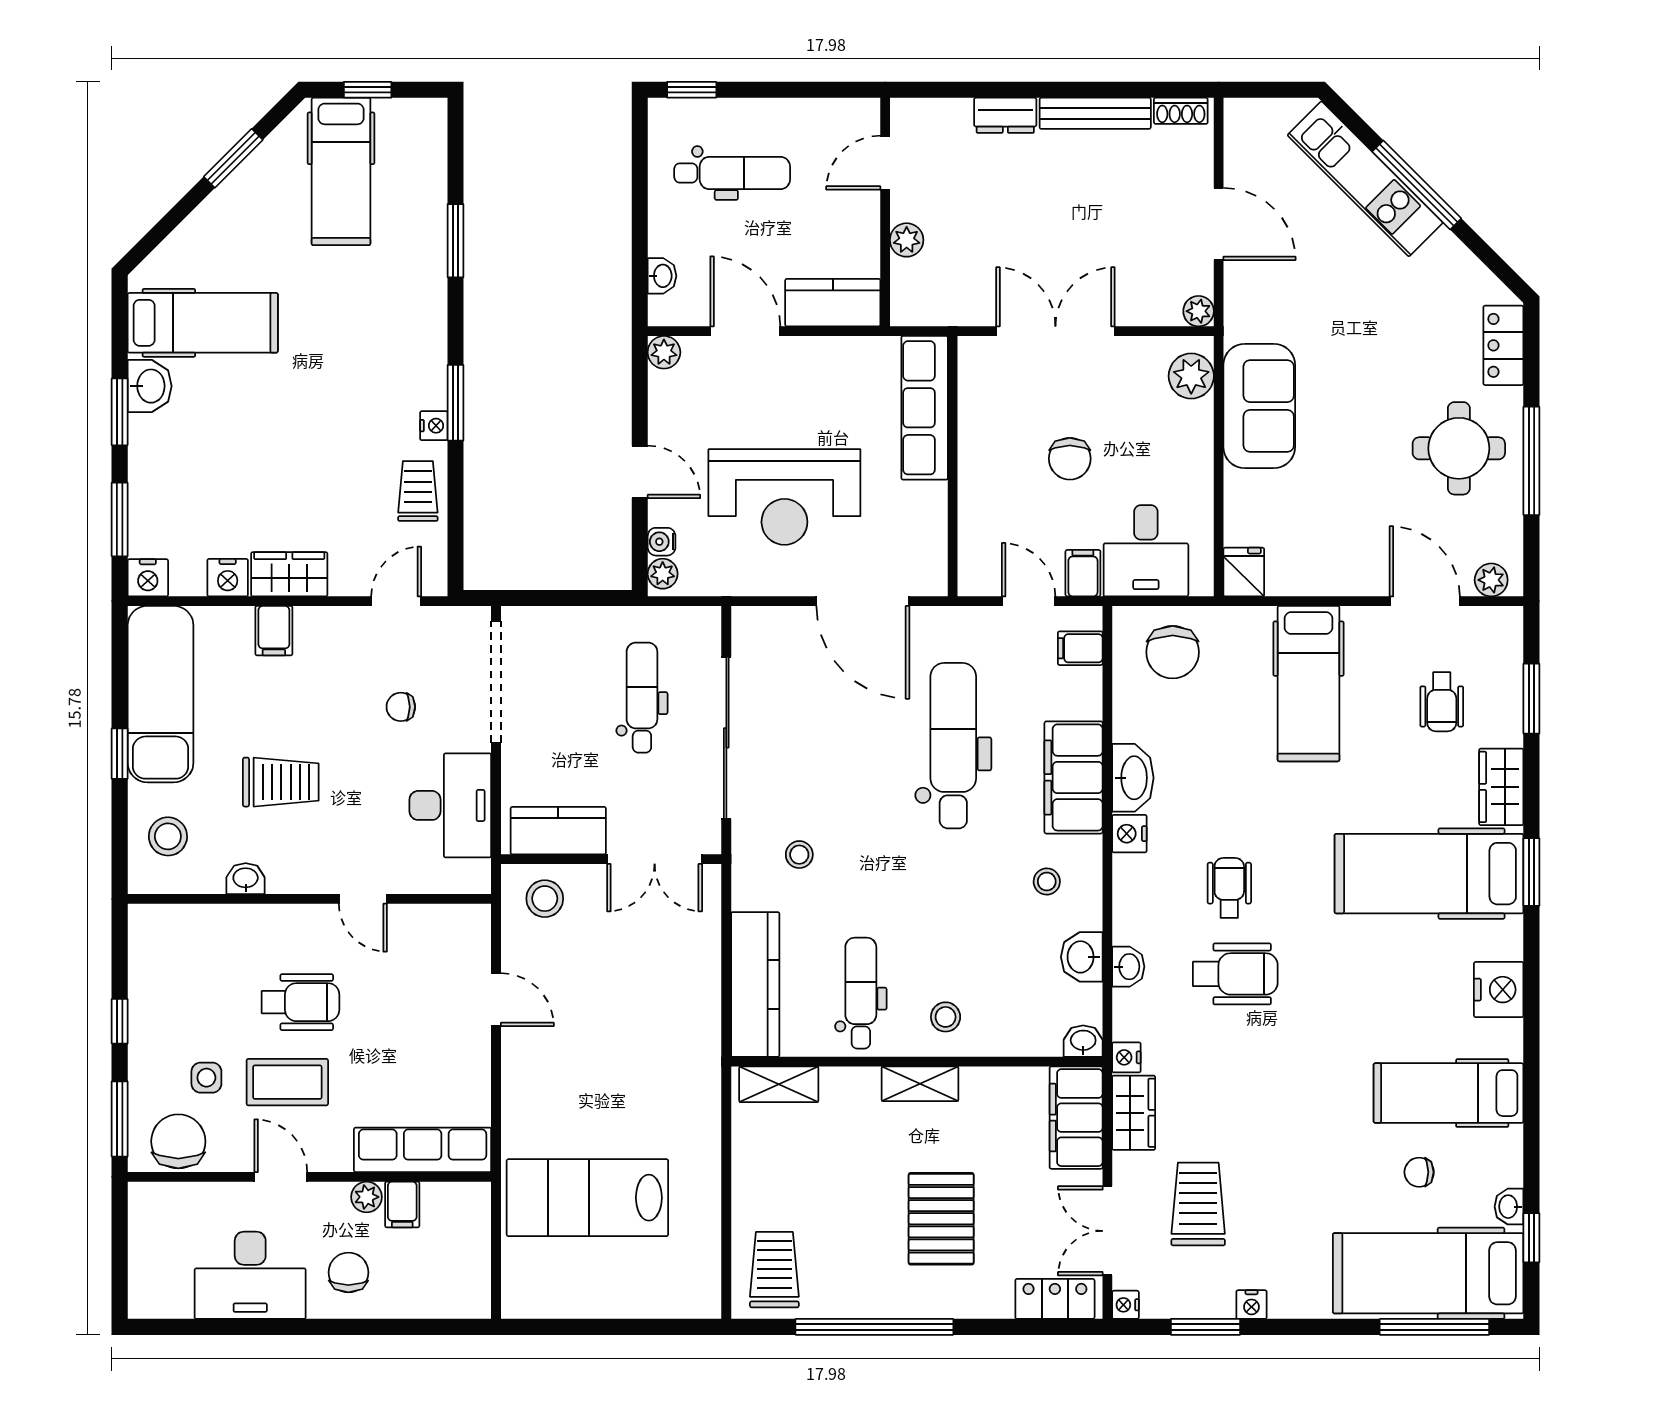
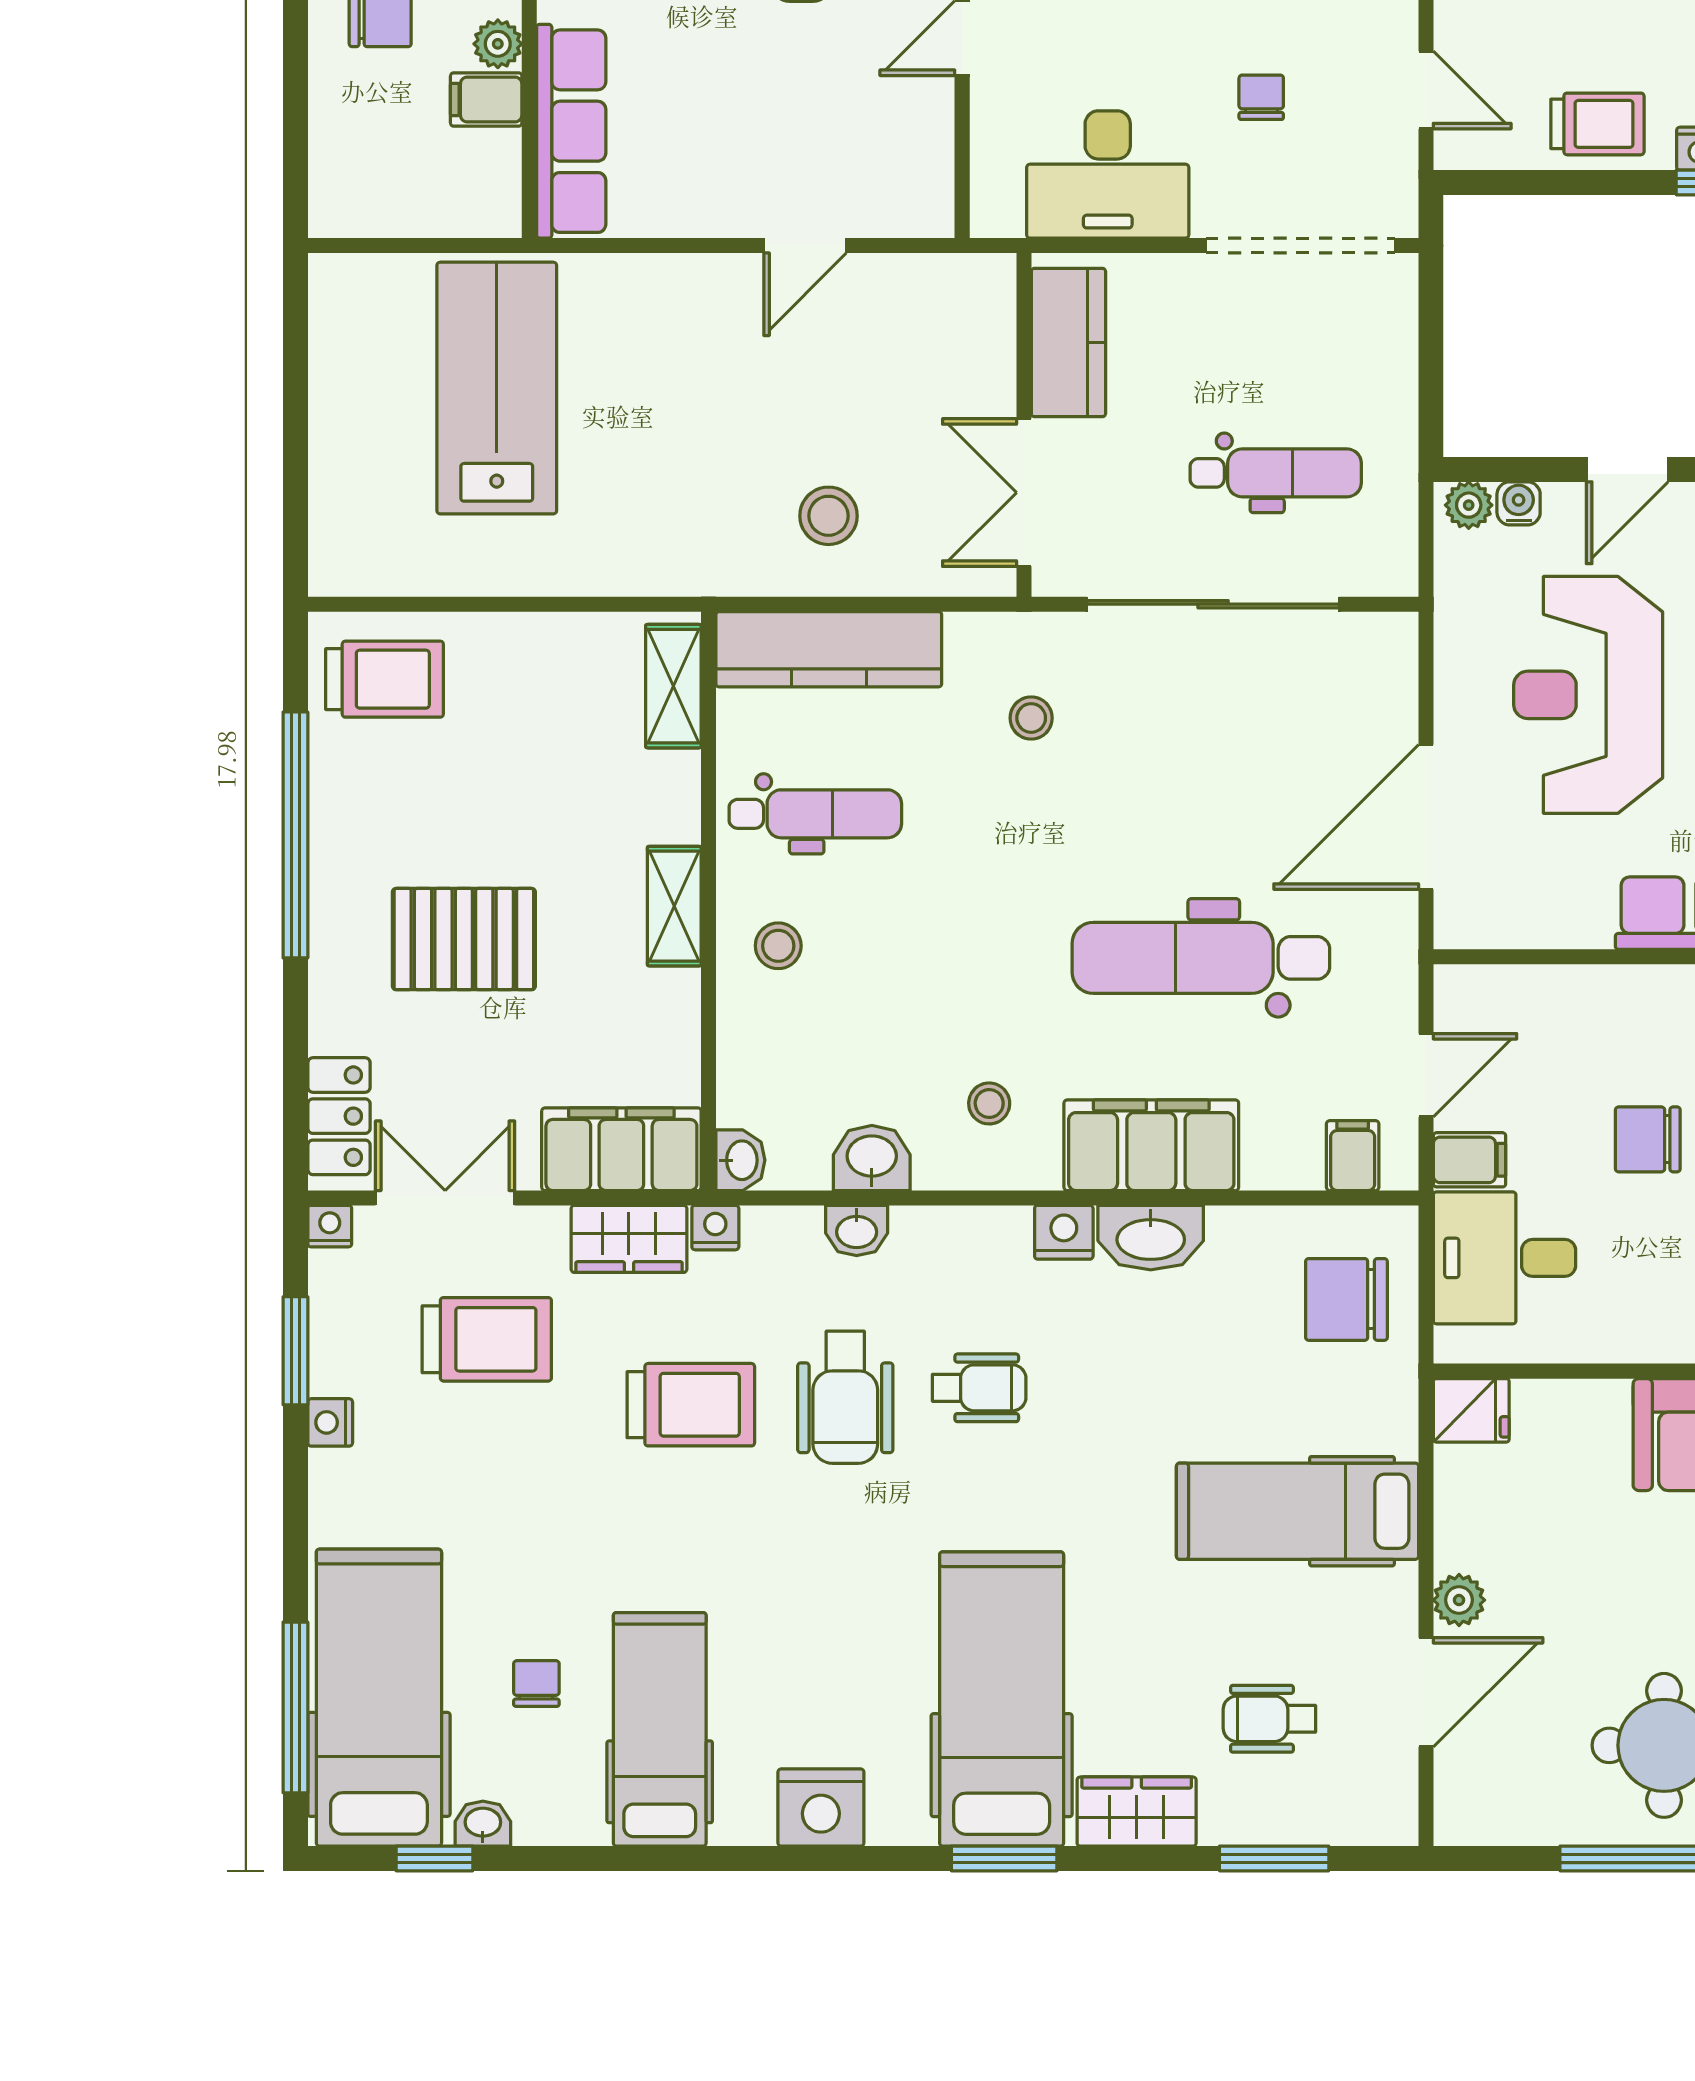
plant: (1491, 580) -> (1459, 1600), moved
dental chair: (953, 746) -> (1201, 958), turned 180
stool: (545, 899) -> (828, 516), moved
trolley: (1240, 1073) -> (691, 1405), added

